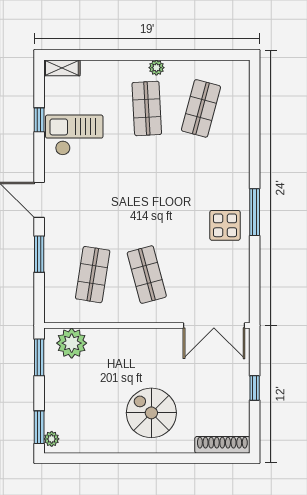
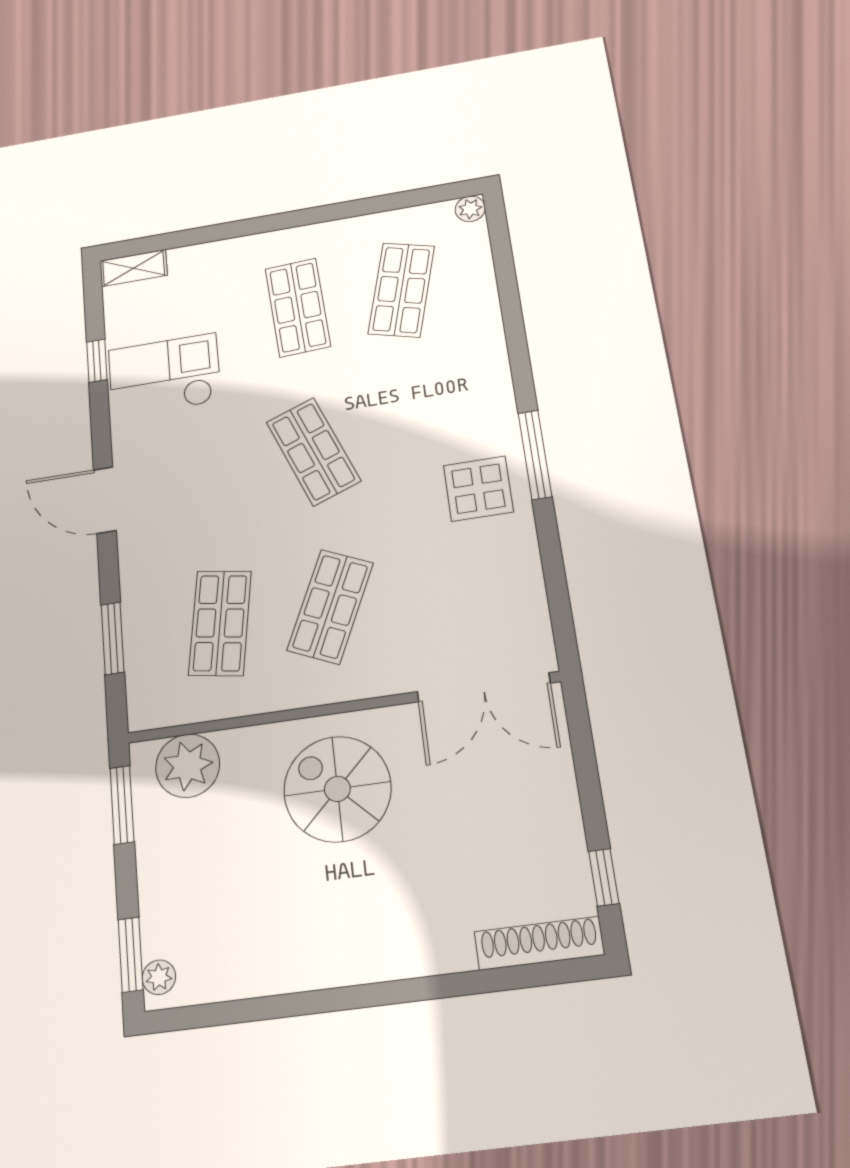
plant: (156, 68) -> (470, 209), moved
shop shelf: (147, 191) -> (313, 451), added
window: (39, 254) -> (113, 638), moved
shop shelf: (147, 275) -> (330, 607), turned 39
window: (255, 388) -> (604, 877), moved
spiral stairs: (151, 413) -> (337, 789), moved

